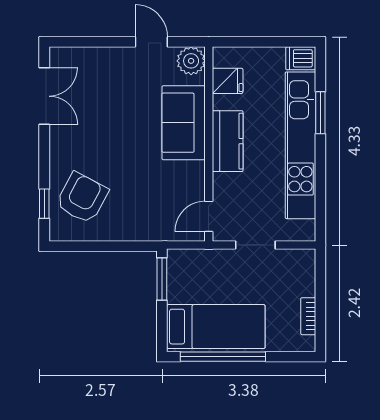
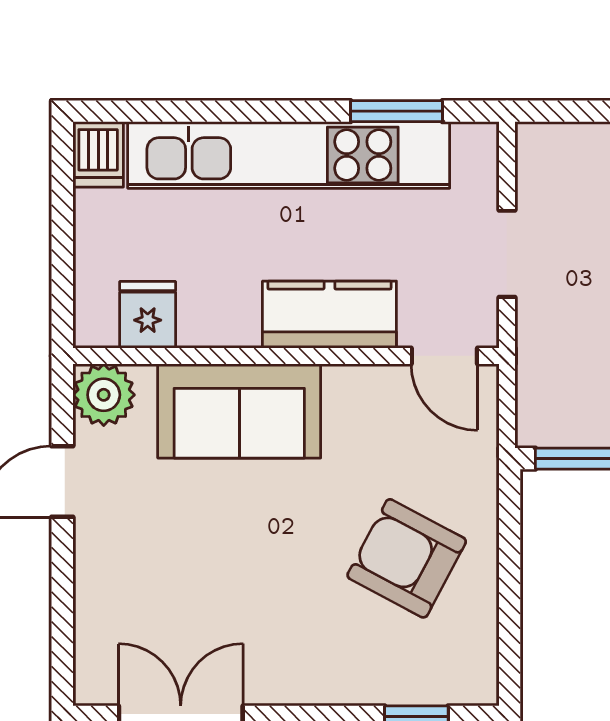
window: (320, 113) -> (397, 111), moved
kitchen counter: (228, 141) -> (329, 315), moved
armchair: (82, 198) -> (407, 558), moved

